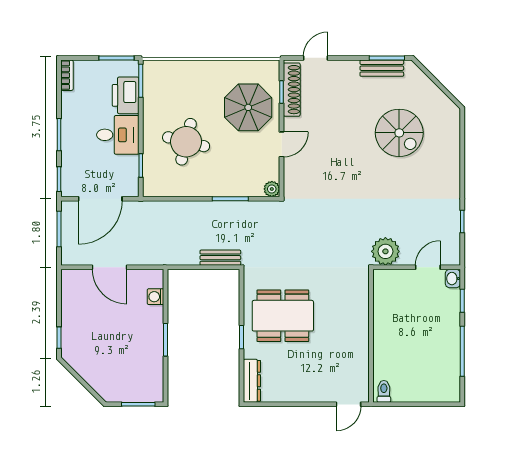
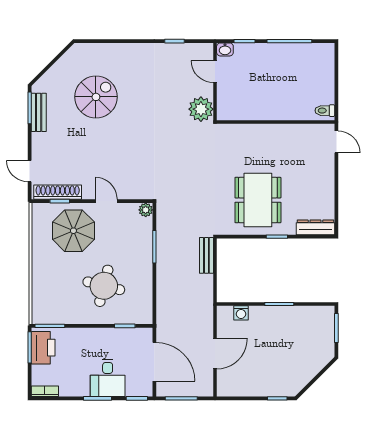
printer: (126, 95) -> (43, 348), moved, turned -90
desk: (118, 135) -> (108, 378), moved, turned 180

